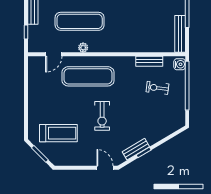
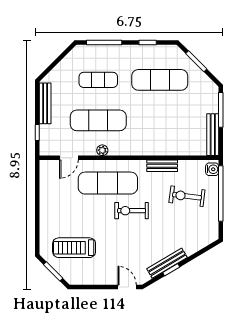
bench: (149, 61) -> (162, 166), moved
exercise bike: (157, 88) -> (187, 196), width x1.38, depth x1.39
exercise bike: (102, 116) -> (132, 211), moved, turned 90
treadmill: (58, 133) -> (74, 248), turned 180
bench: (136, 149) -> (167, 263), width x1.36

